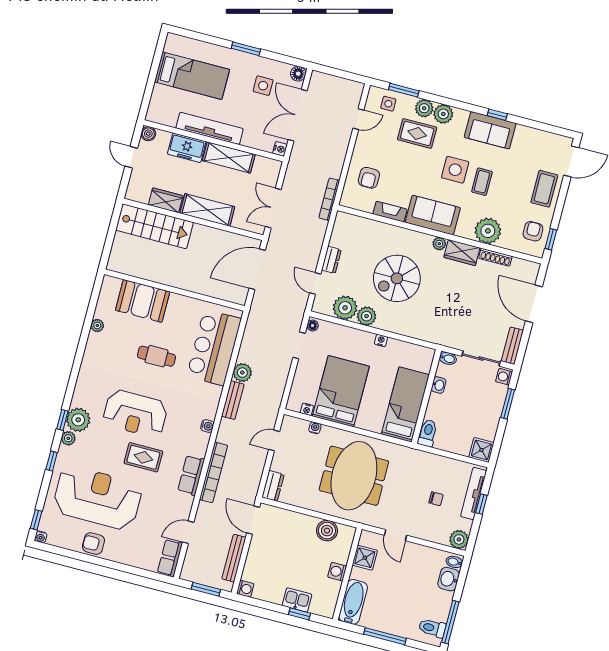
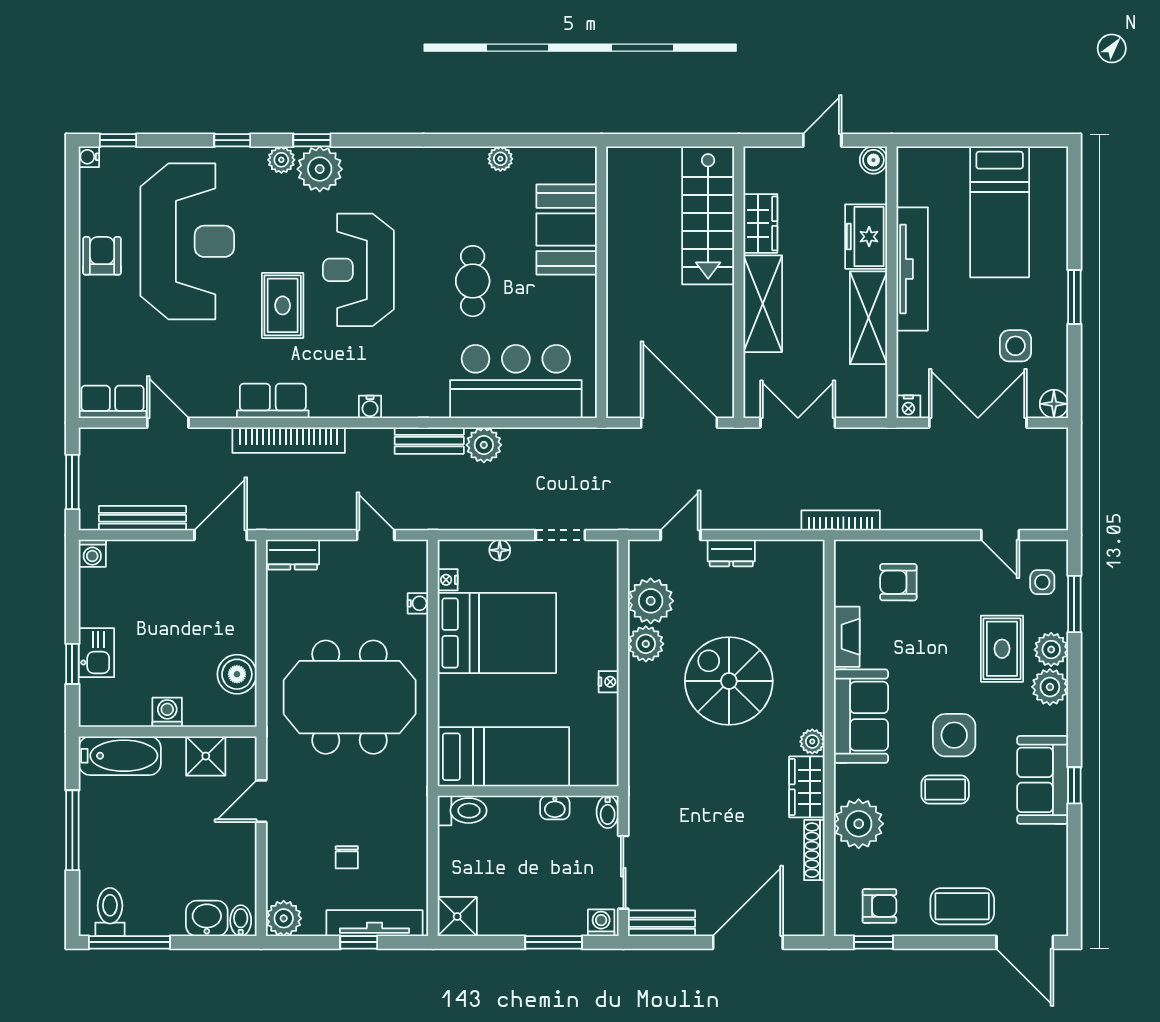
floor lamp: (313, 326) -> (500, 550), moved

